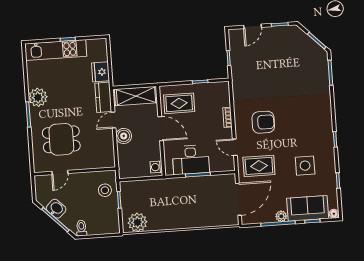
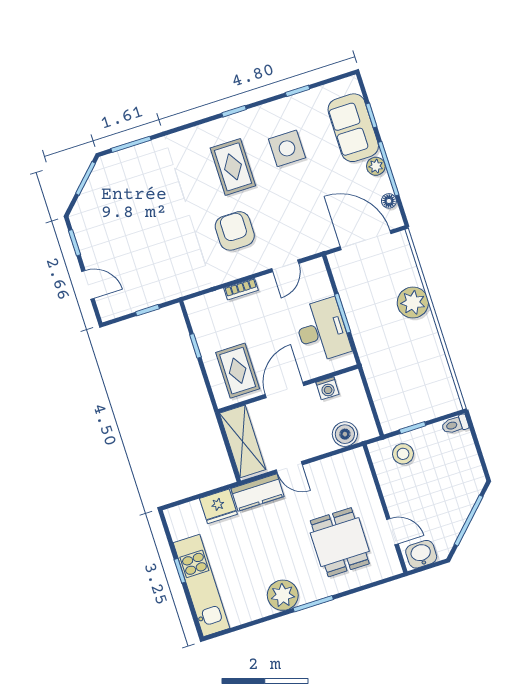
boiler: (124, 136) -> (345, 434), moved
rug: (259, 166) -> (233, 167), moved
washing machine: (156, 167) -> (327, 388), moved
washbasin: (56, 209) -> (421, 554), moved, turned 45
floor lamp: (334, 214) -> (389, 201), moved
plant: (137, 222) -> (413, 303), moved
toilet: (81, 228) -> (455, 424), moved

